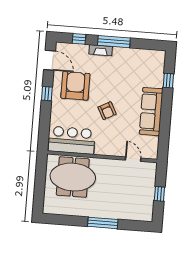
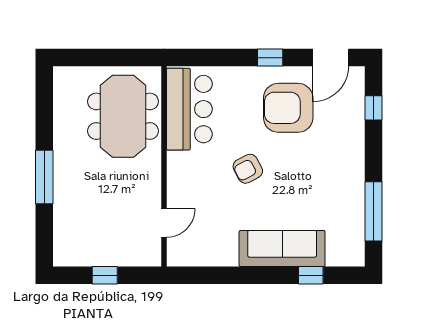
window: (114, 42) -> (374, 211), moved
fireplace: (101, 50) -> (356, 148), removed
armchair: (75, 86) -> (288, 108), turned 180
sofa: (151, 112) -> (282, 249), moved

